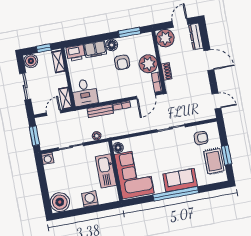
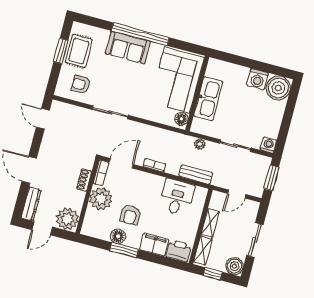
window: (129, 32) -> (124, 250), moved
floor lamp: (112, 45) -> (118, 236), moved
armchair: (122, 62) -> (130, 215), turned 180
desk: (85, 92) -> (177, 197), moved
shelving: (65, 98) -> (210, 223), moved
bench: (100, 111) -> (196, 175), moved
washing machine: (90, 199) -> (258, 79), moved

